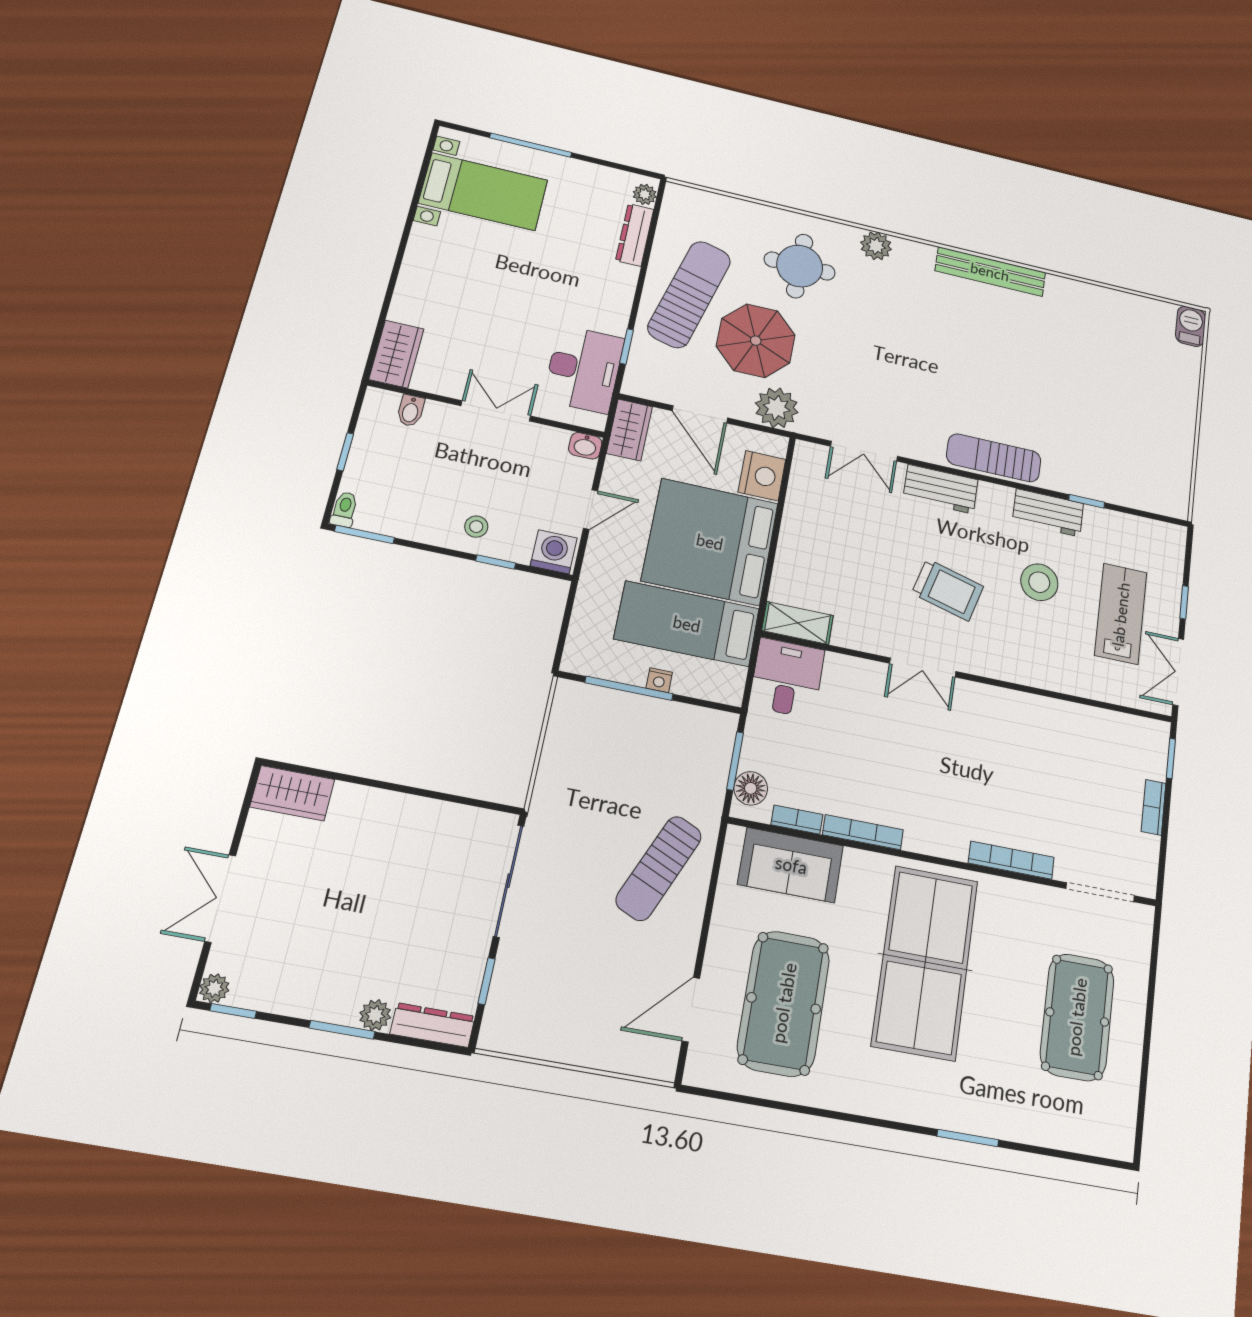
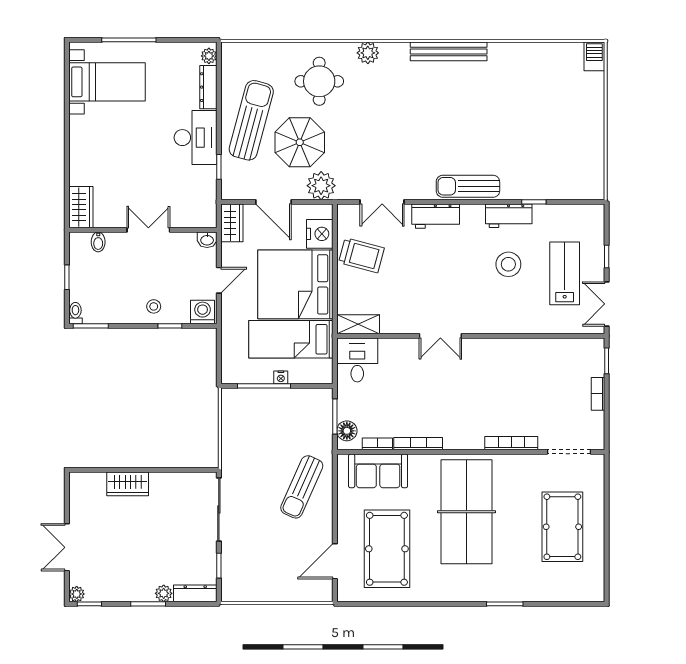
desk: (584, 369) -> (196, 138), moved
trolley: (948, 590) -> (361, 255), moved
wardrobe: (292, 793) -> (128, 484), moved

